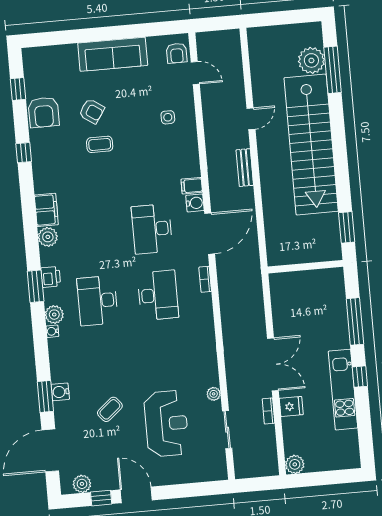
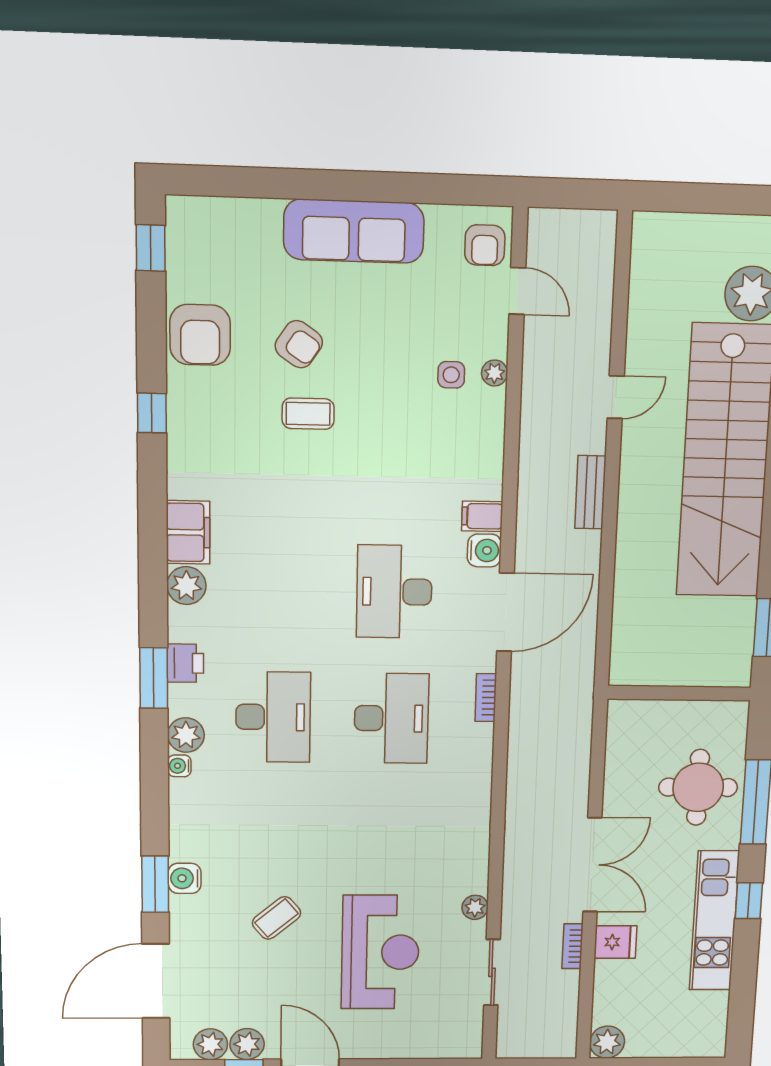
window: (18, 89) -> (151, 248), moved
plant: (189, 114) -> (495, 373), added
desk: (98, 301) -> (273, 717), turned 180
round table: (323, 316) -> (698, 787), added
plant: (101, 482) -> (247, 1044), added

